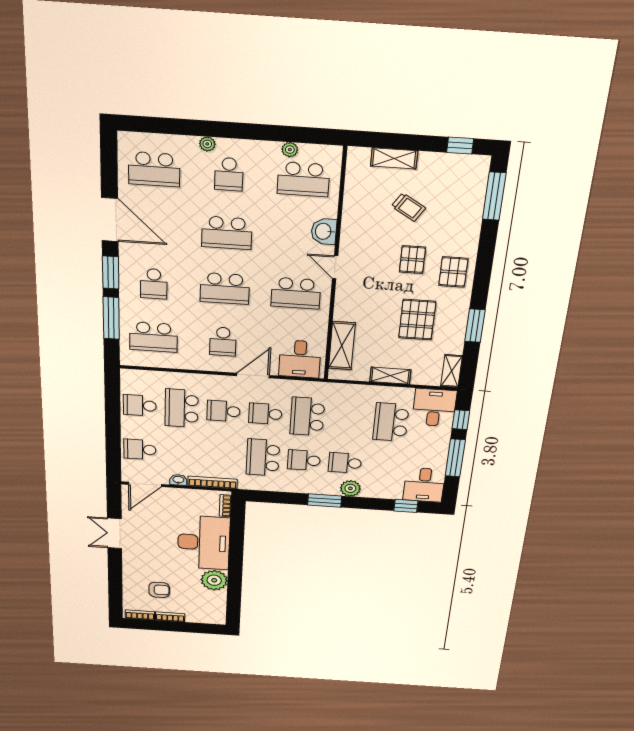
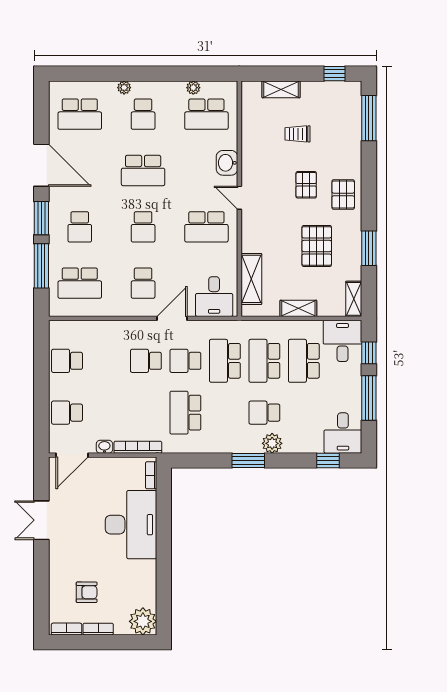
trolley: (408, 207) -> (298, 134), turned 148
school desk: (225, 288) -> (143, 227), width x0.54
school desk: (182, 408) -> (106, 361), removed
school desk: (304, 460) -> (264, 361), moved, width x1.85
plant: (214, 580) -> (143, 621), moved

